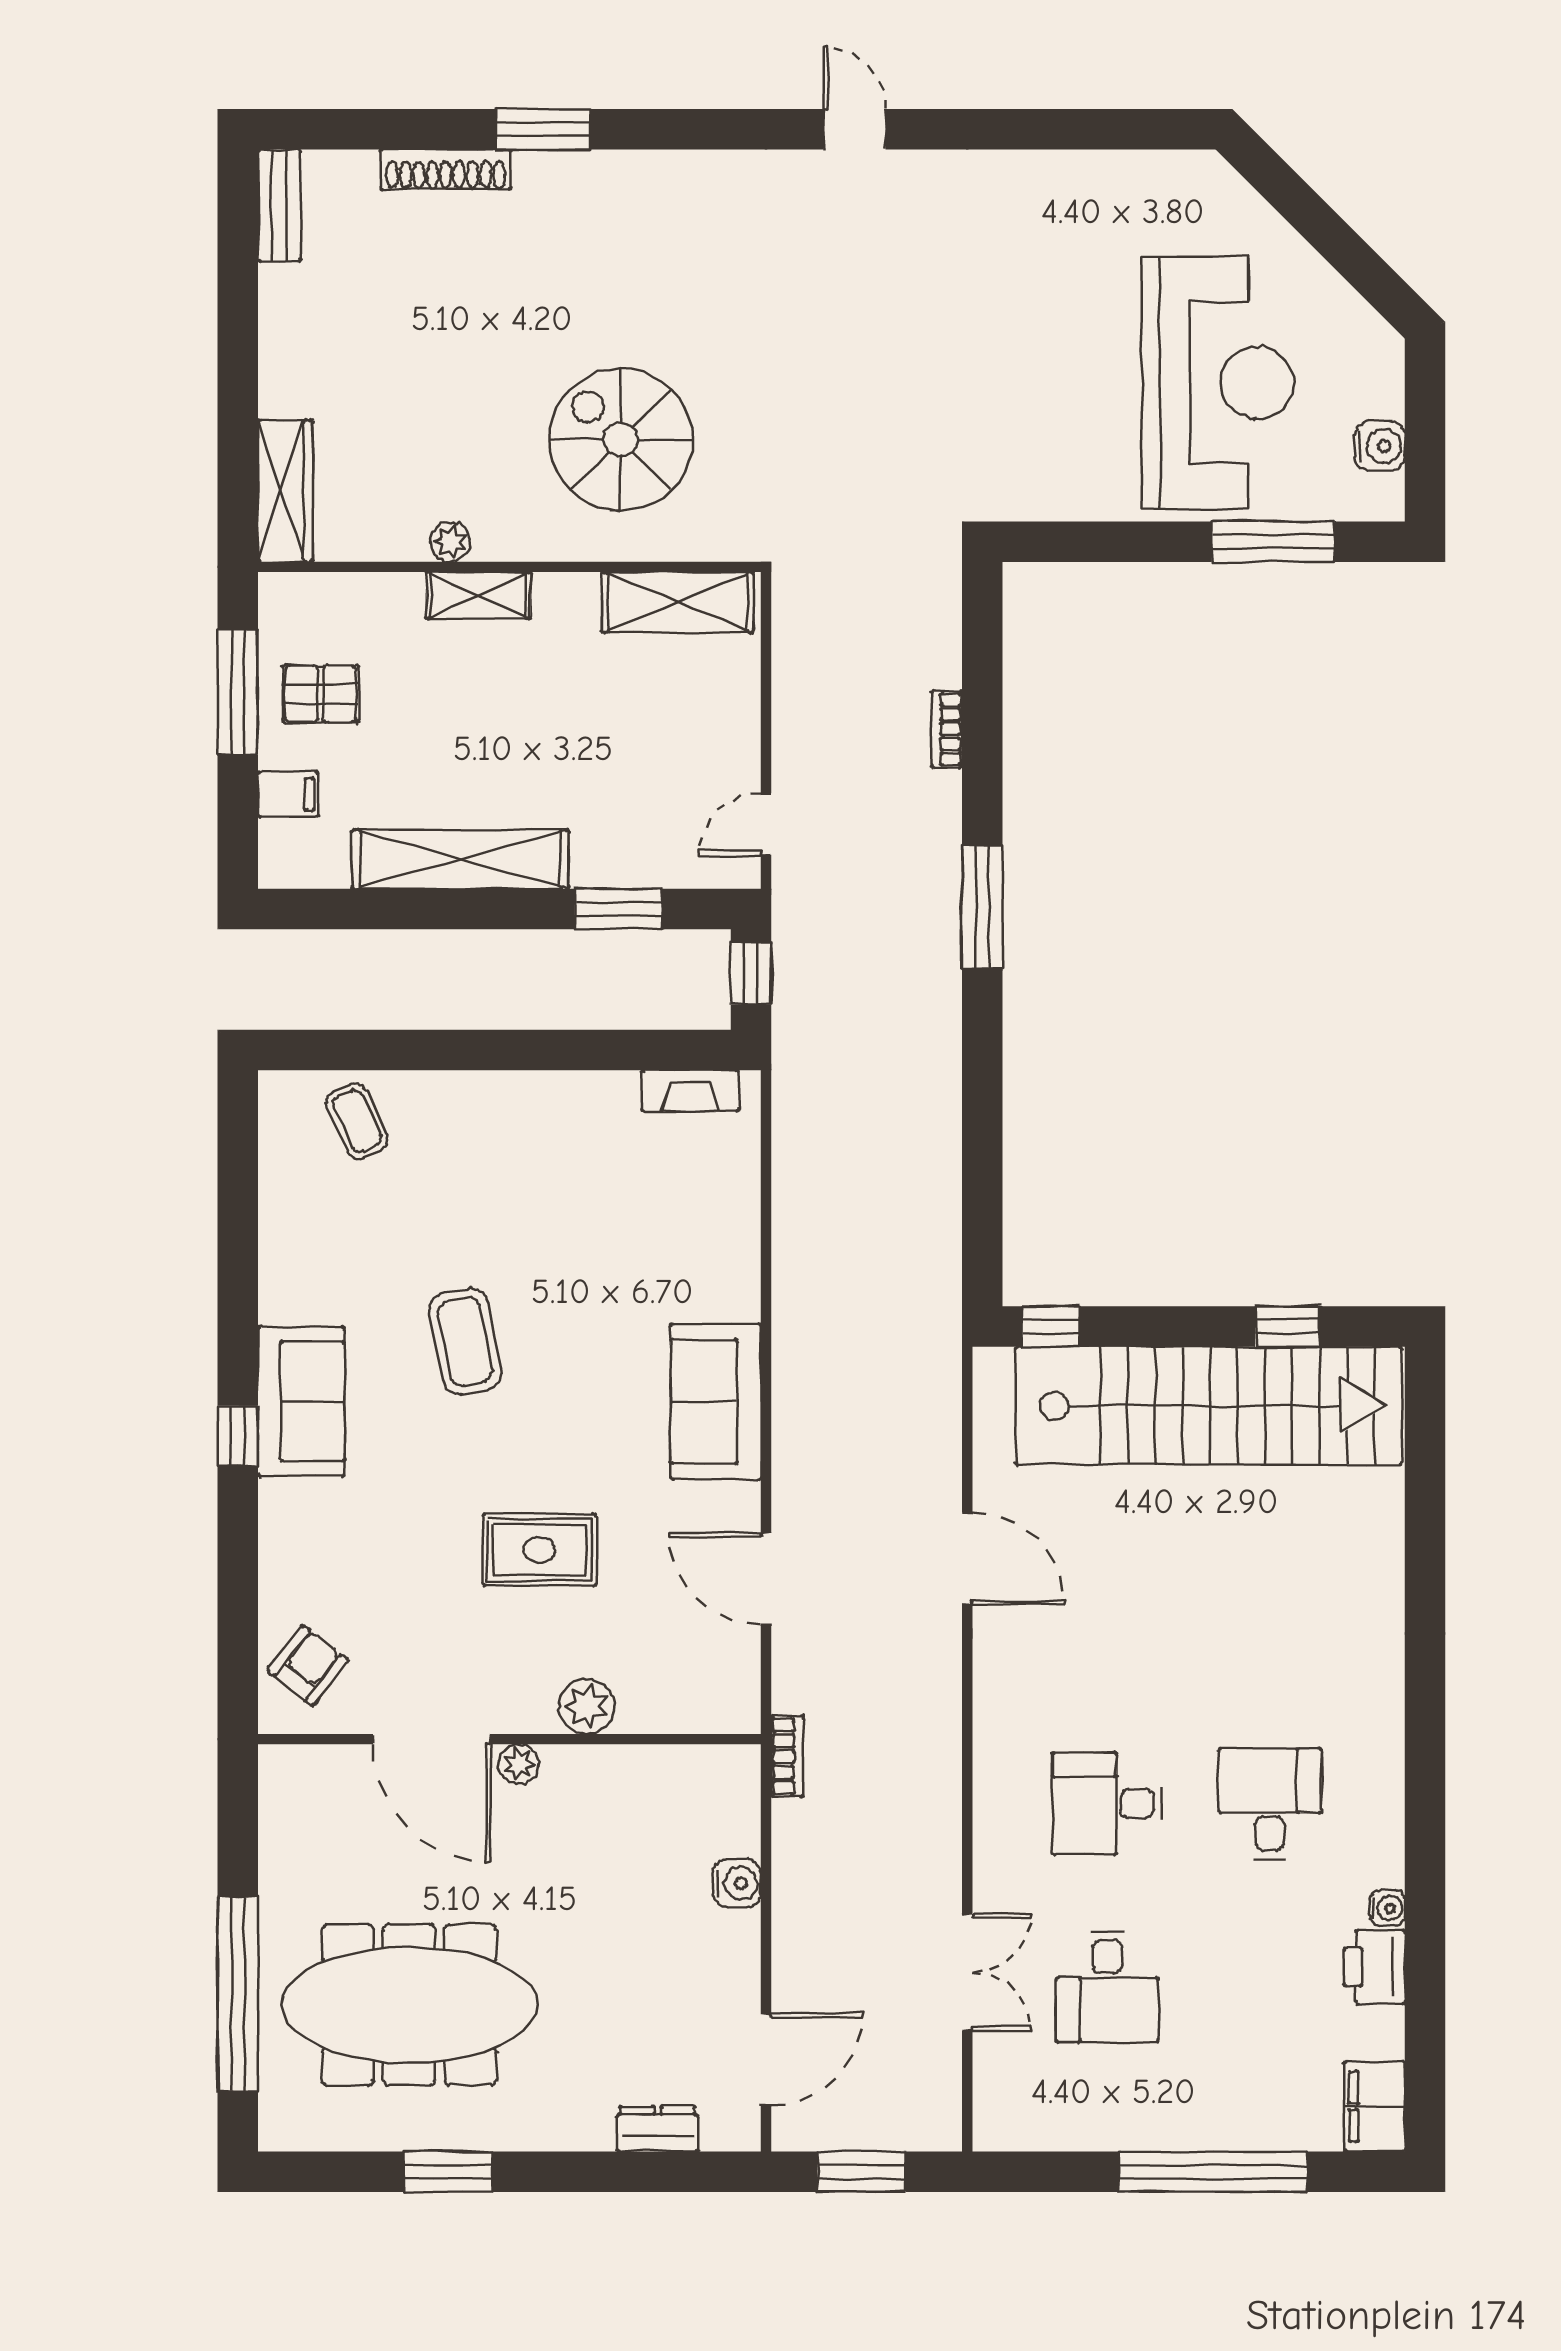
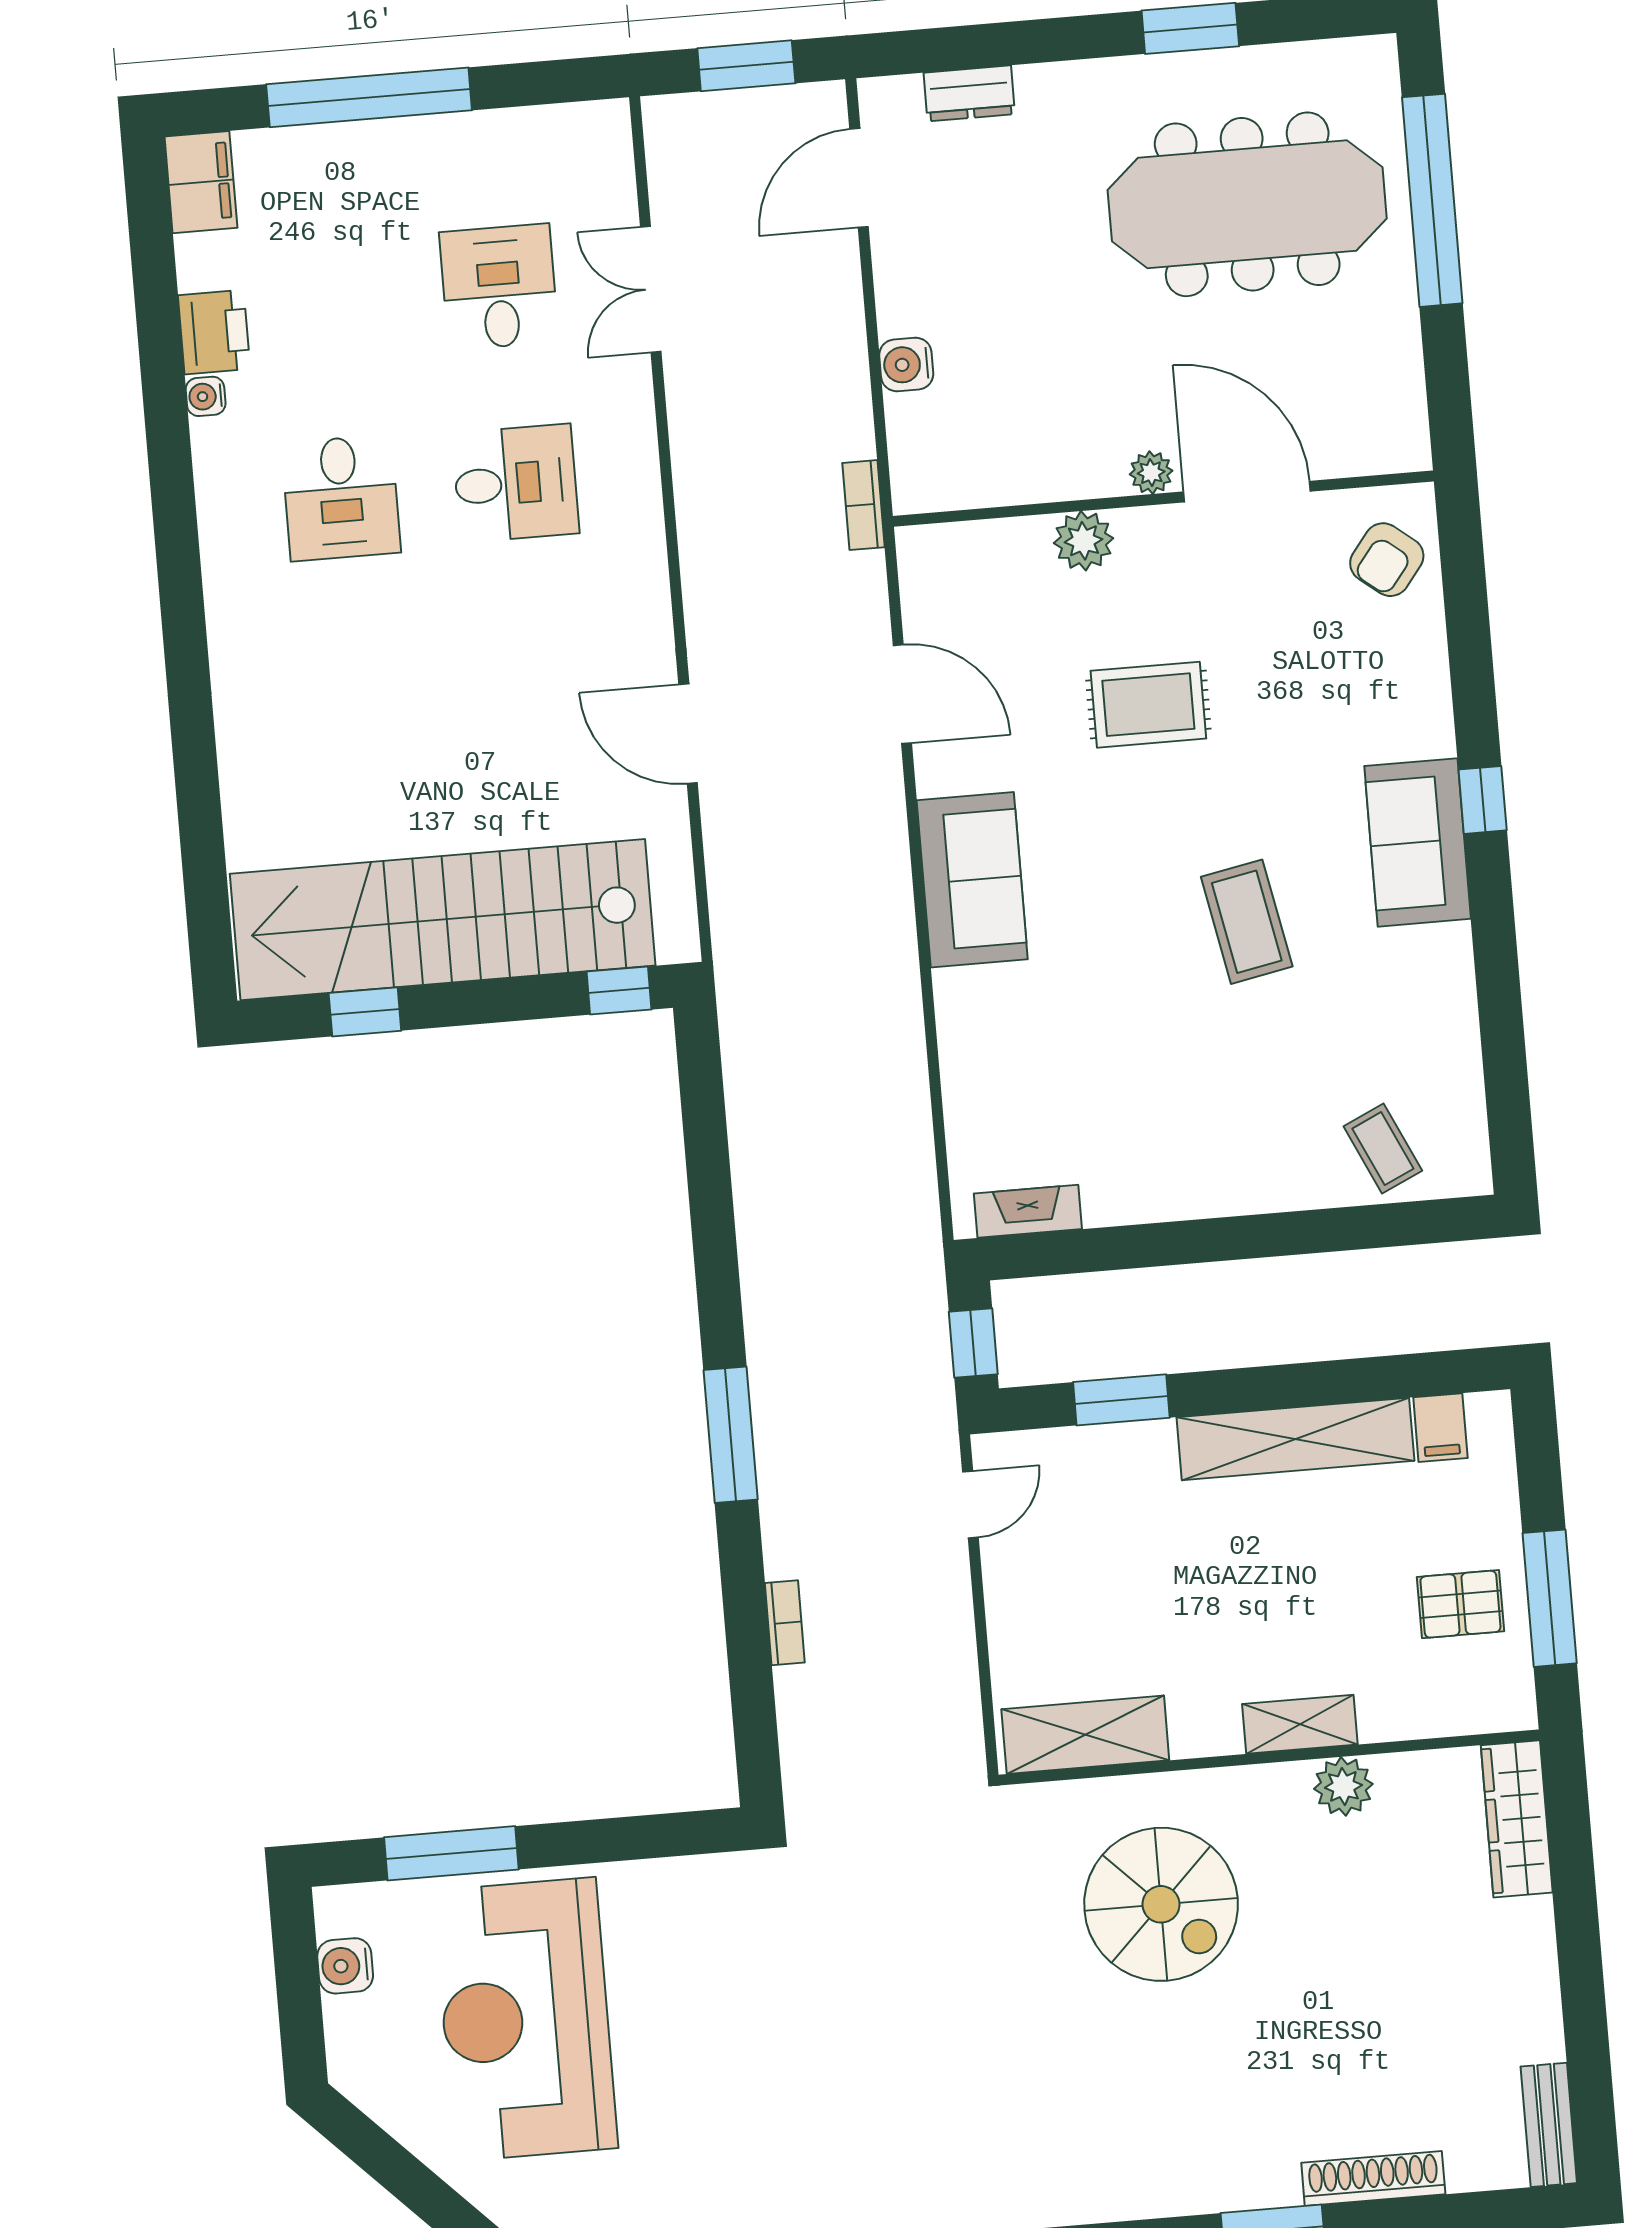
plant: (451, 542) -> (1343, 1786), width x1.38, depth x1.38
filing cabinet: (288, 794) -> (1440, 1428), moved, turned -90

